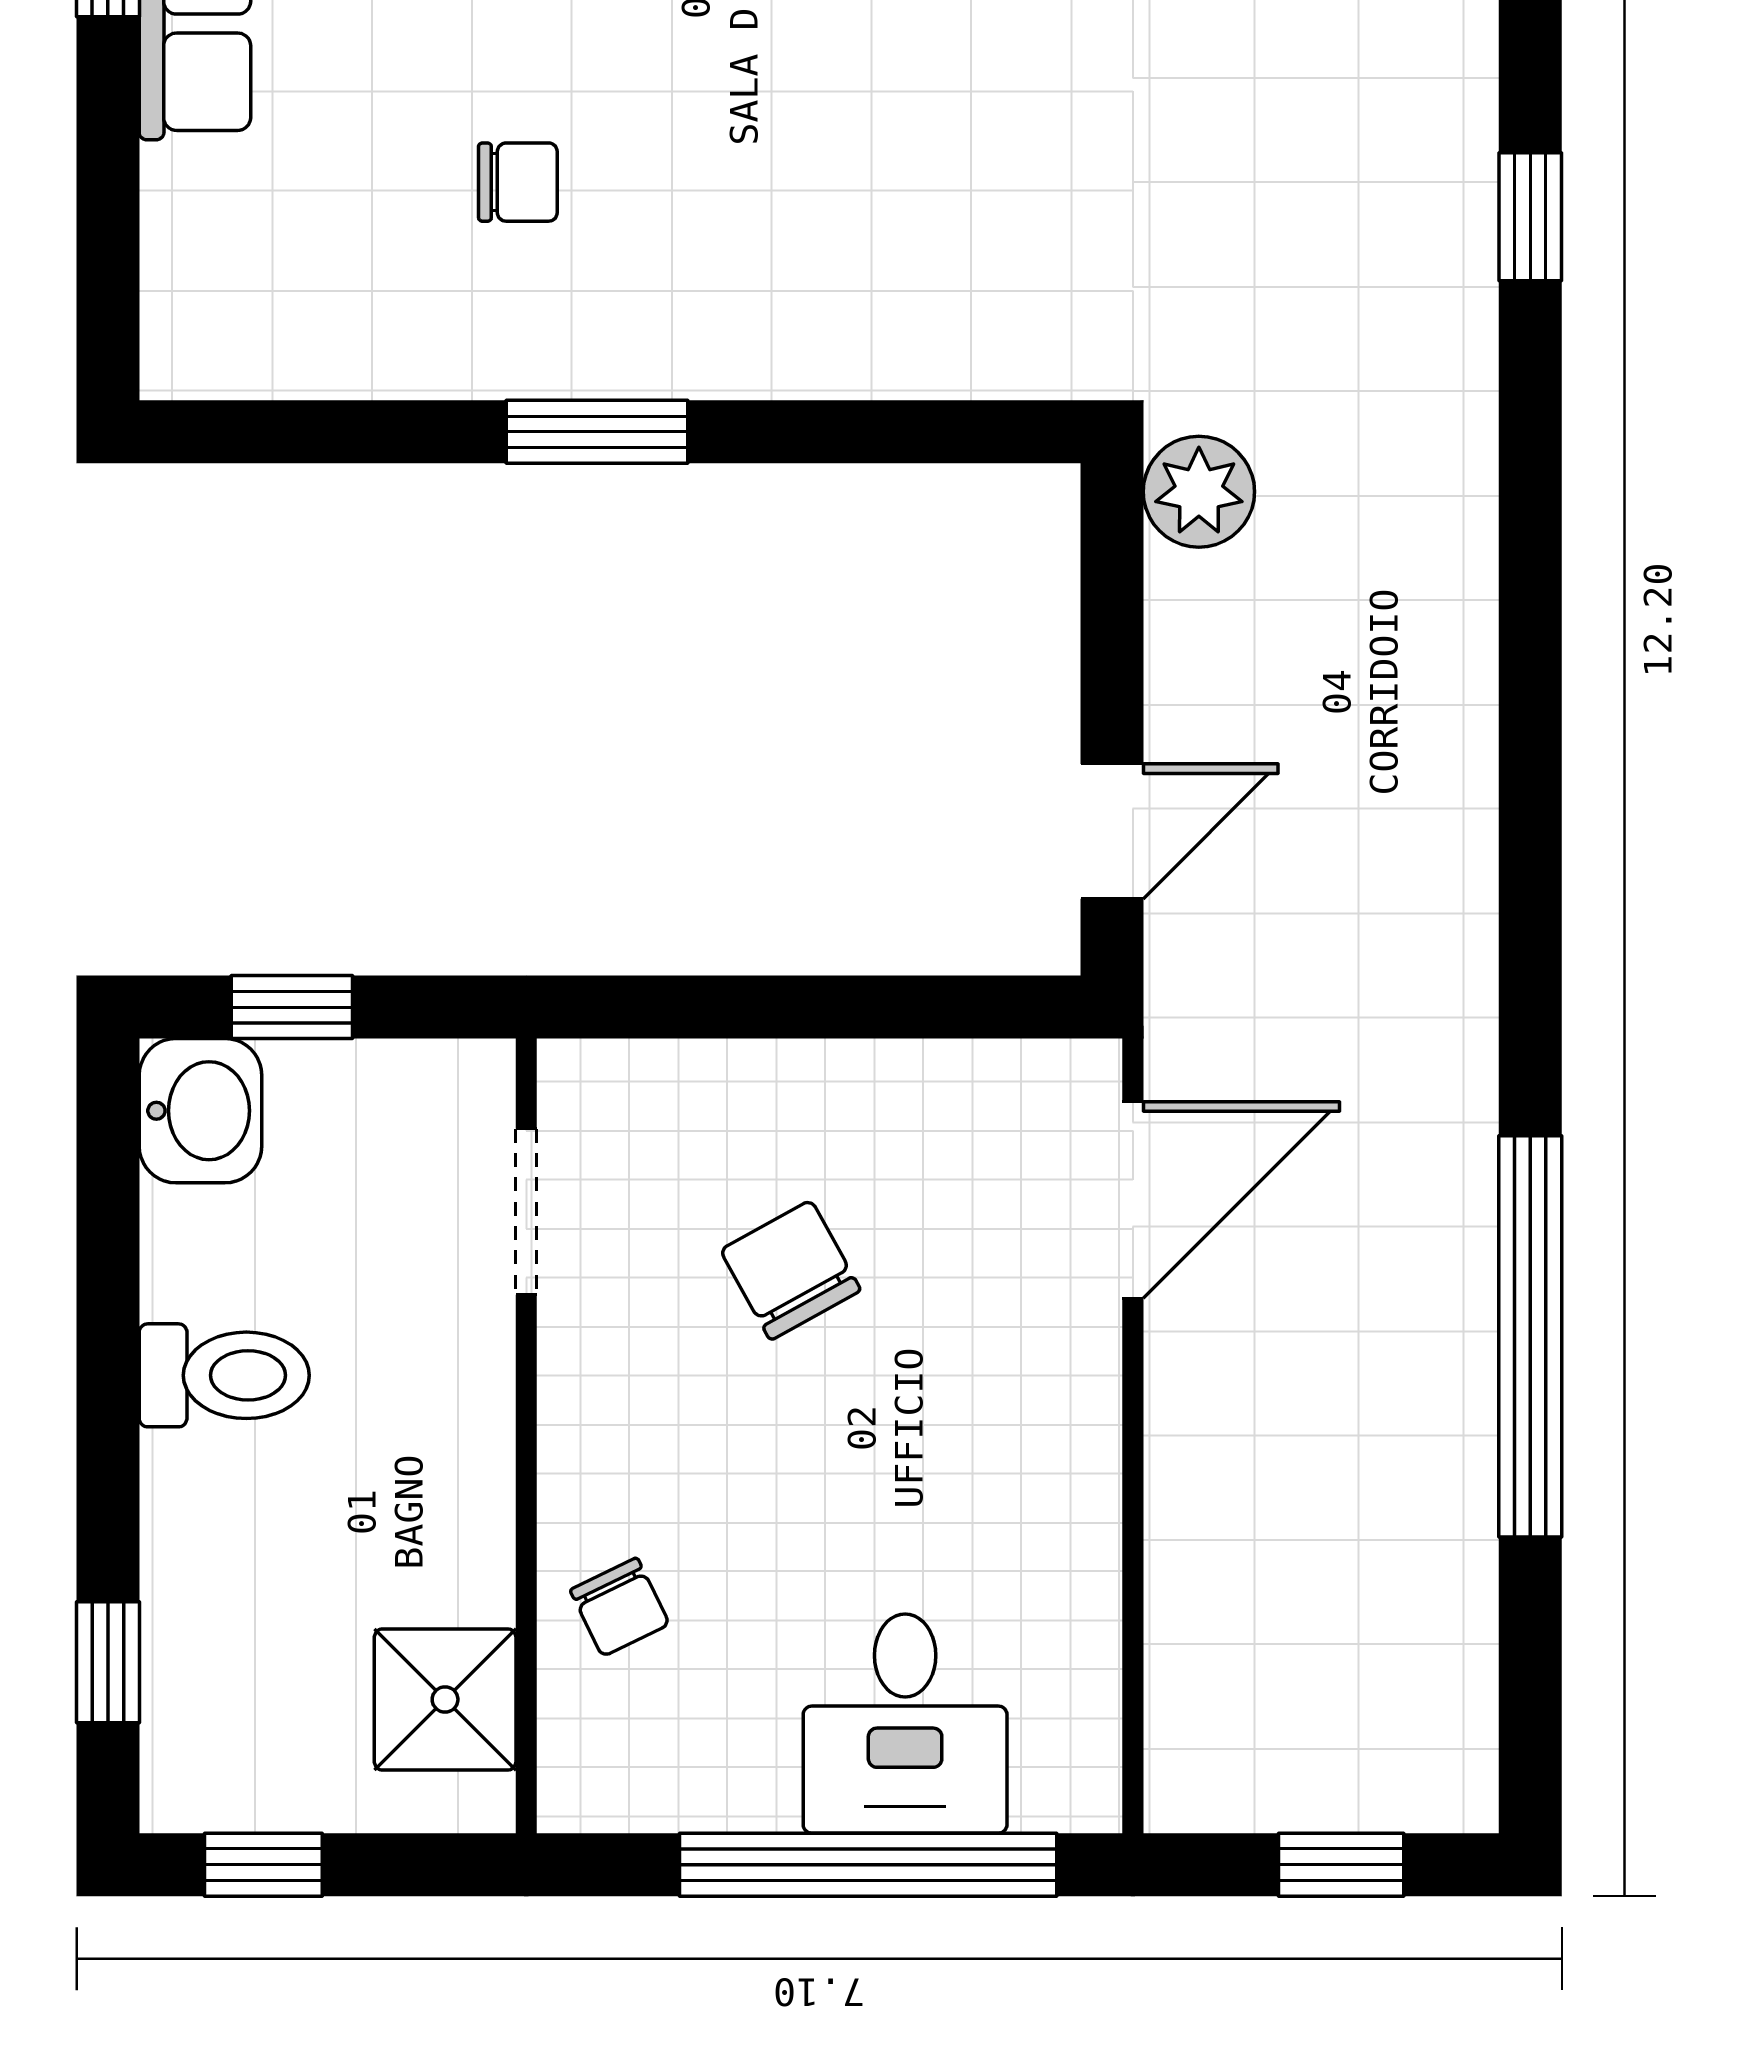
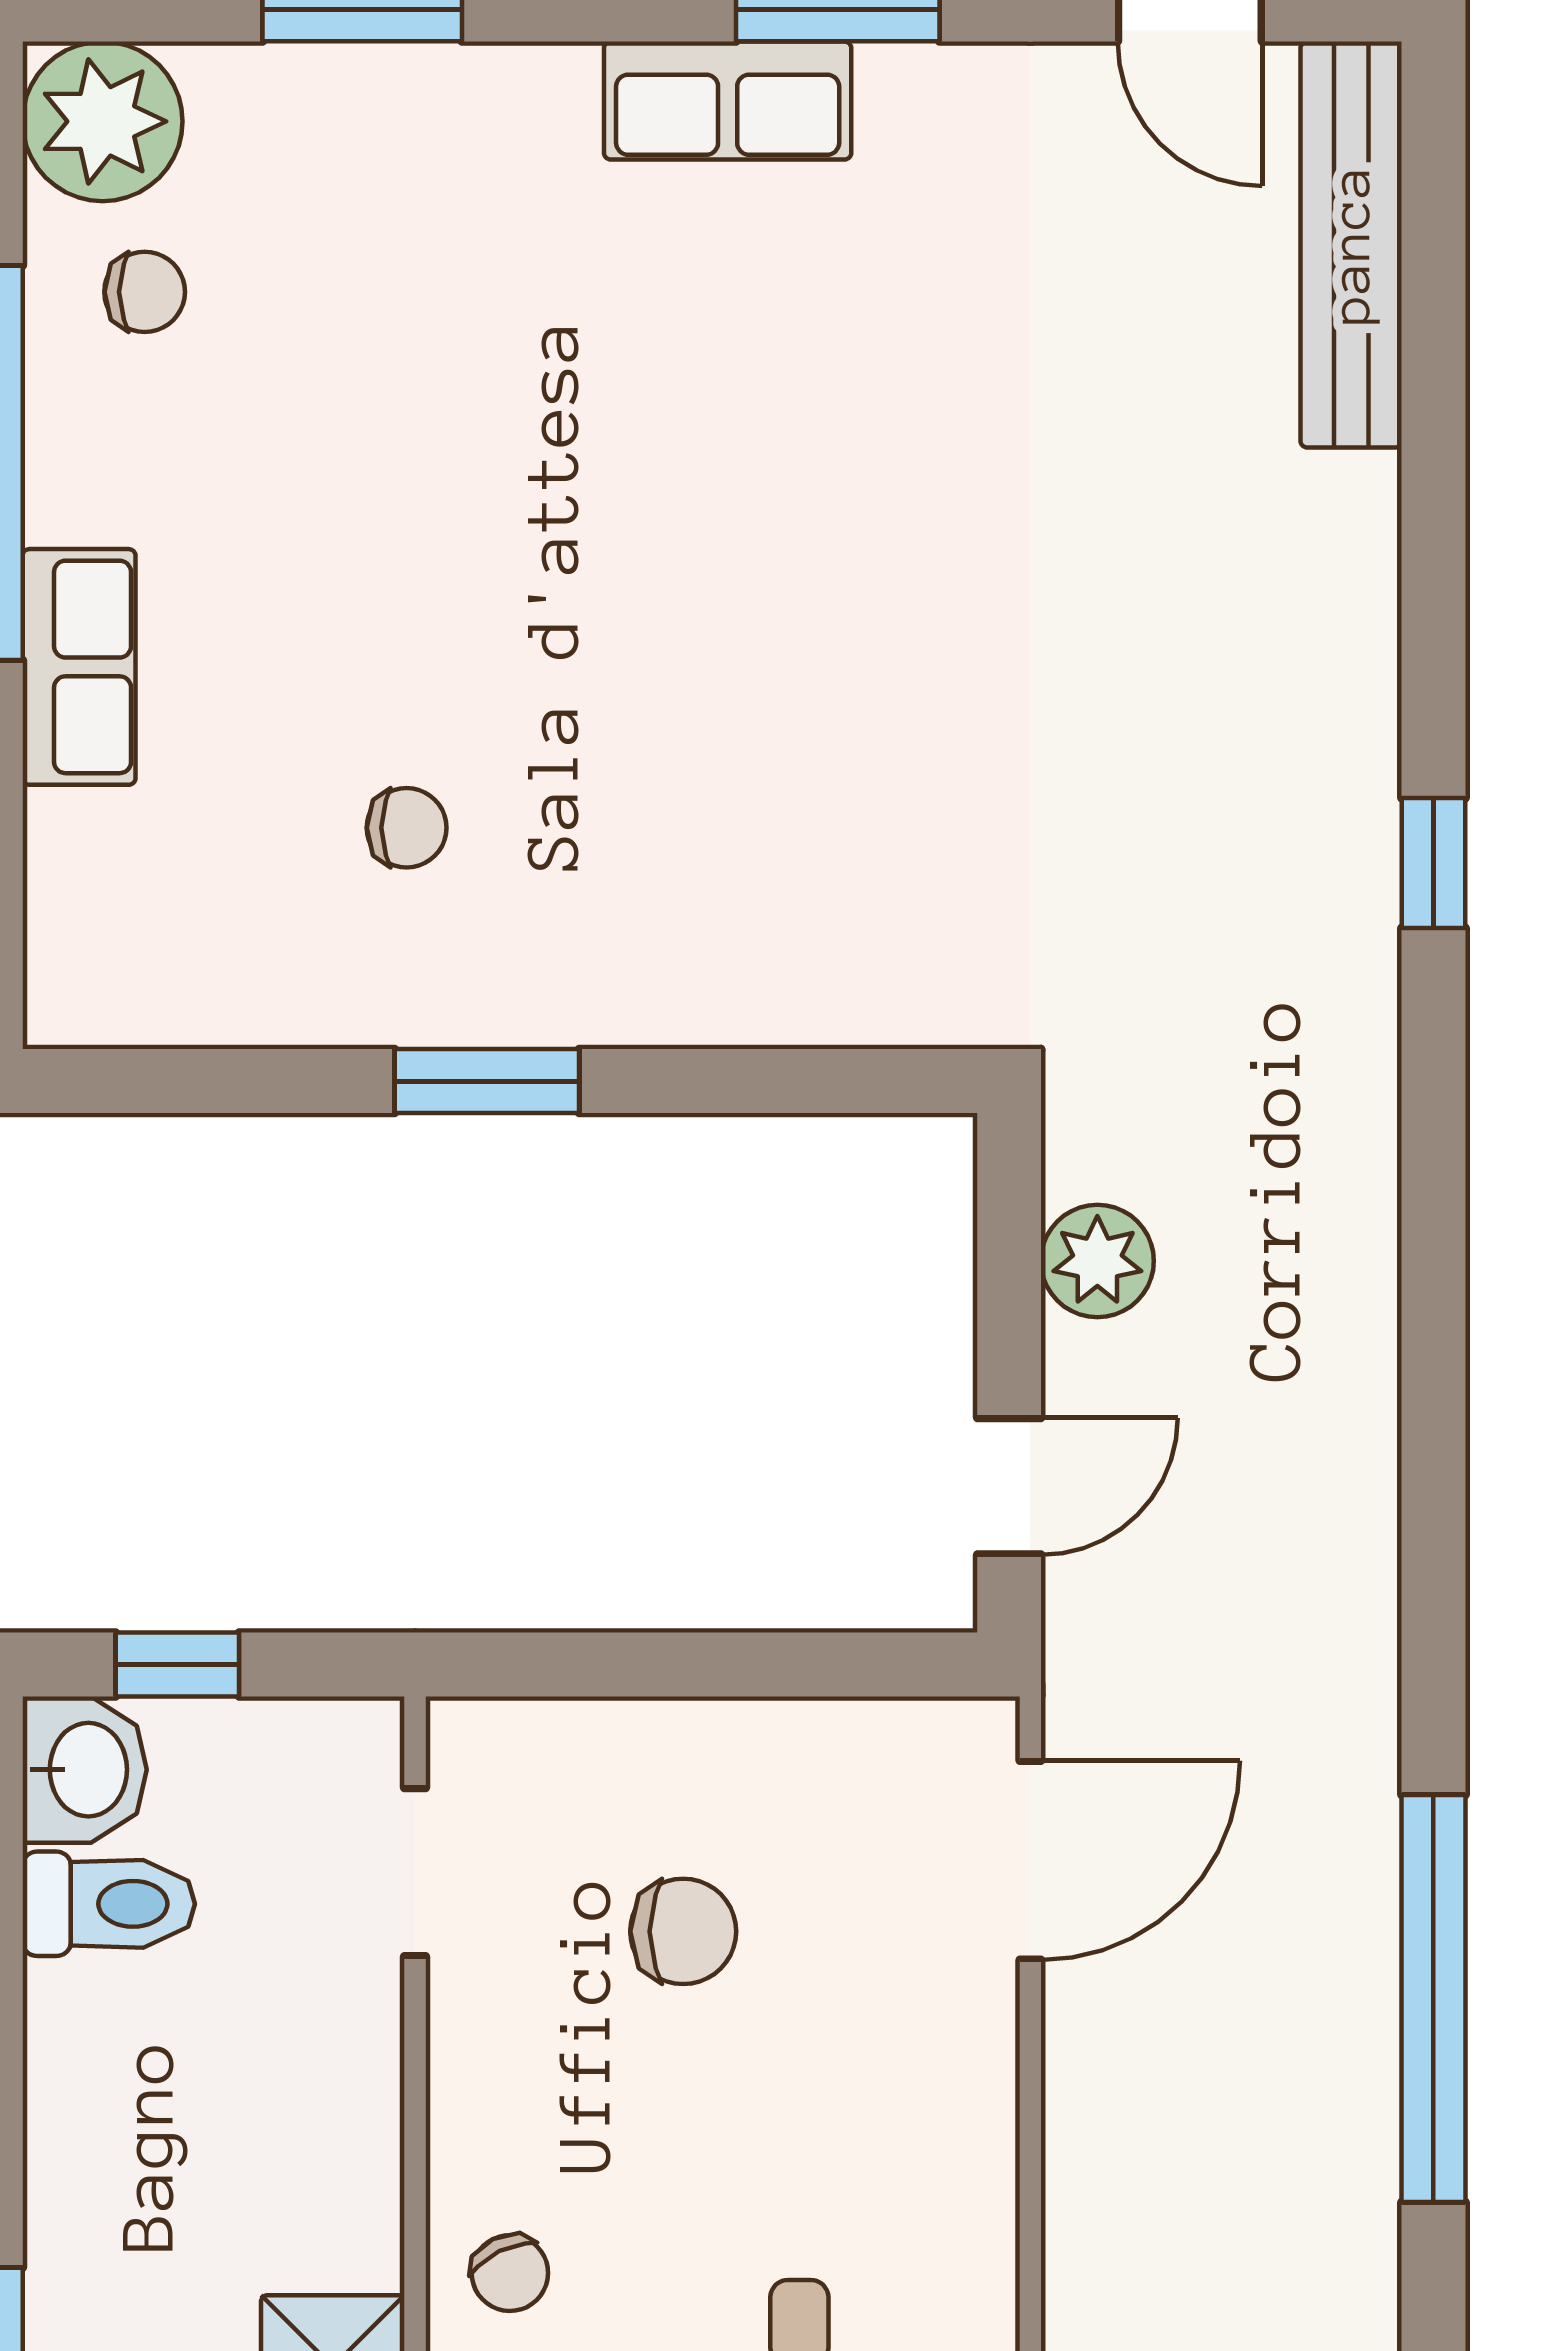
plant: (1199, 492) -> (1097, 1261), moved
chair: (791, 1270) -> (683, 1931), turned 119
toilet: (224, 1375) -> (109, 1904), moved

